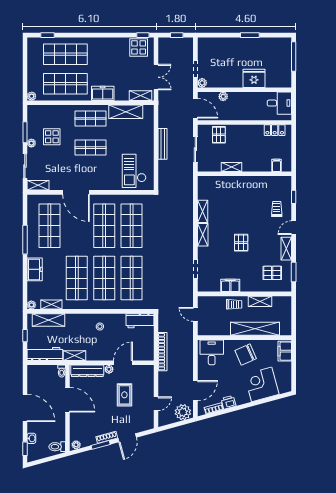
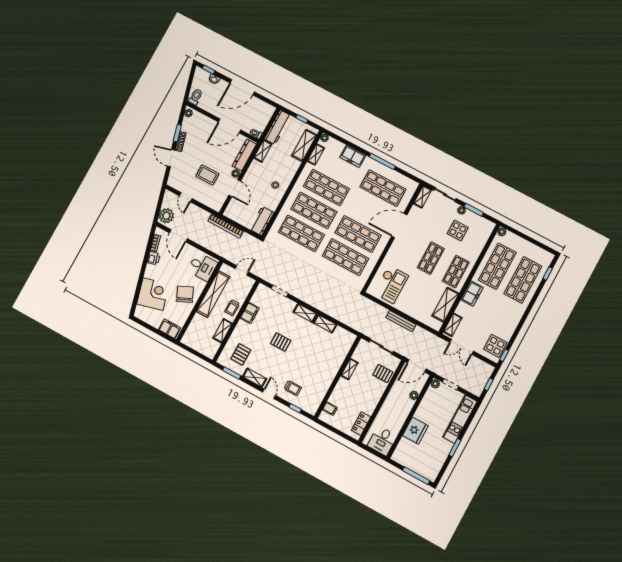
kitchen unit: (222, 44) -> (460, 419), added
checkout: (134, 171) -> (391, 284), turned 90
shelving: (255, 329) -> (213, 294), moved

